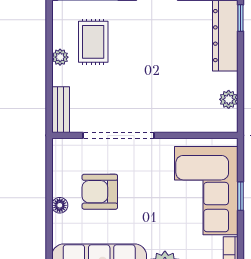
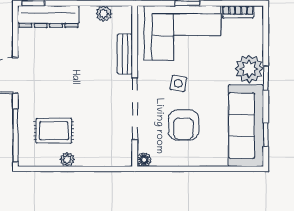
bench: (61, 110) -> (125, 54), moved, turned 90
side table: (148, 186) -> (178, 83), added
floor lamp: (60, 205) -> (144, 160), moved

